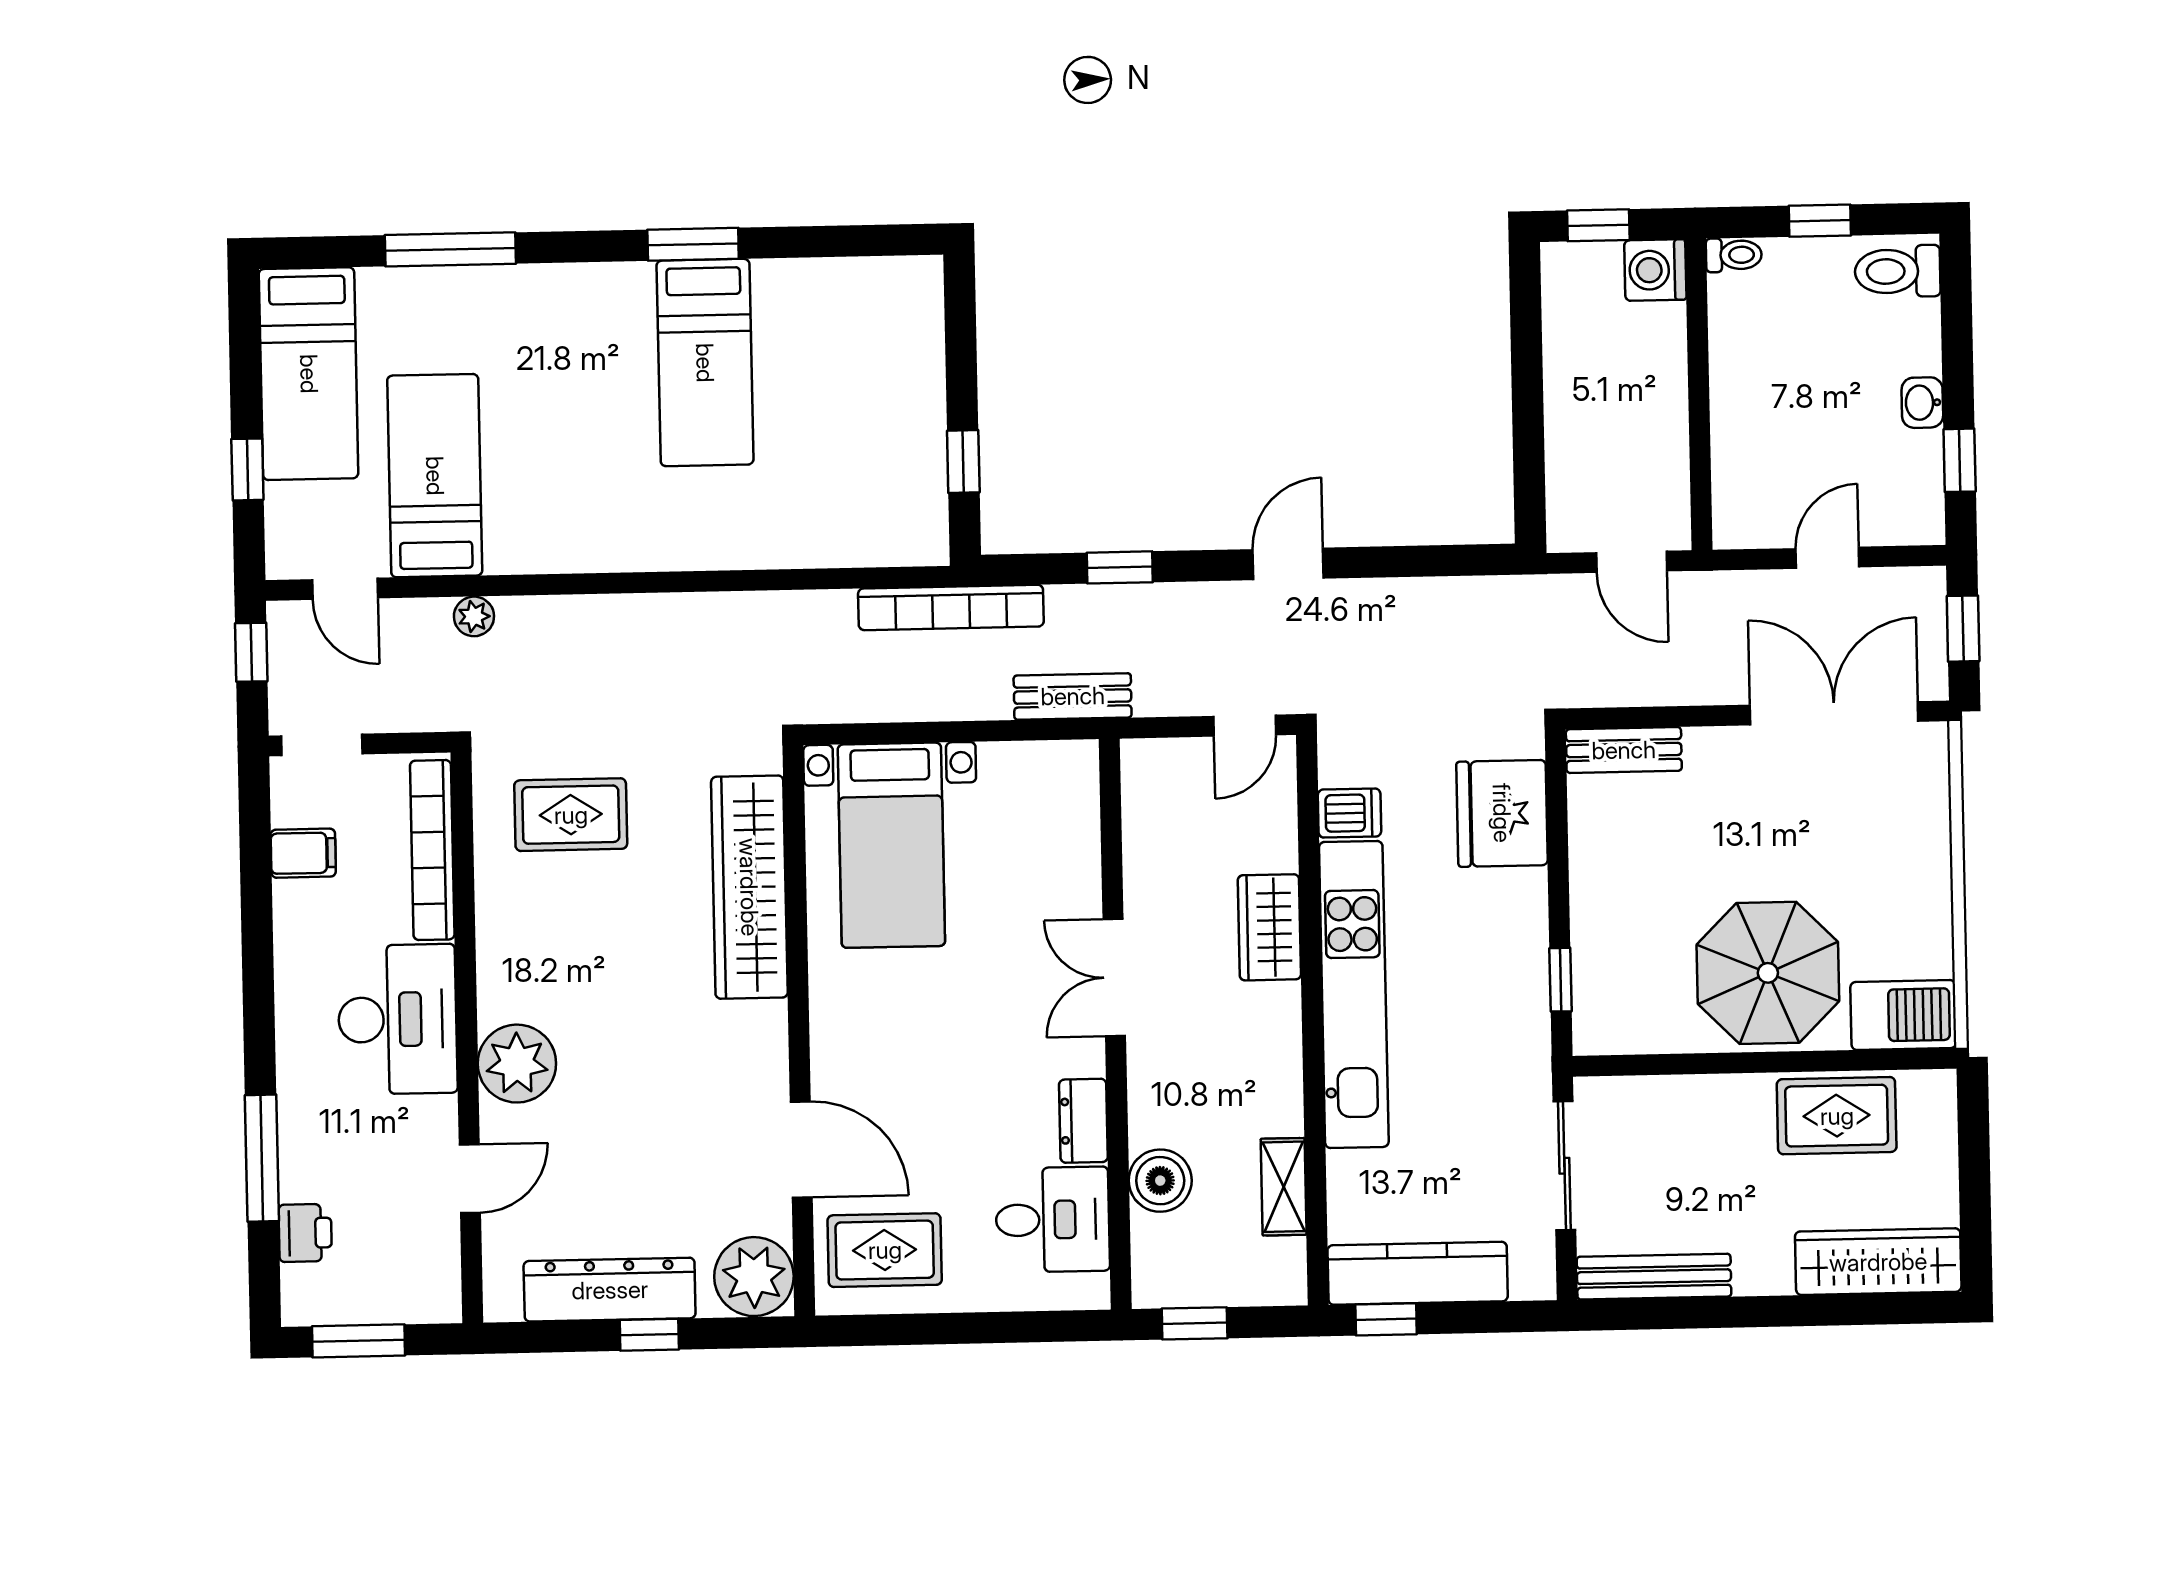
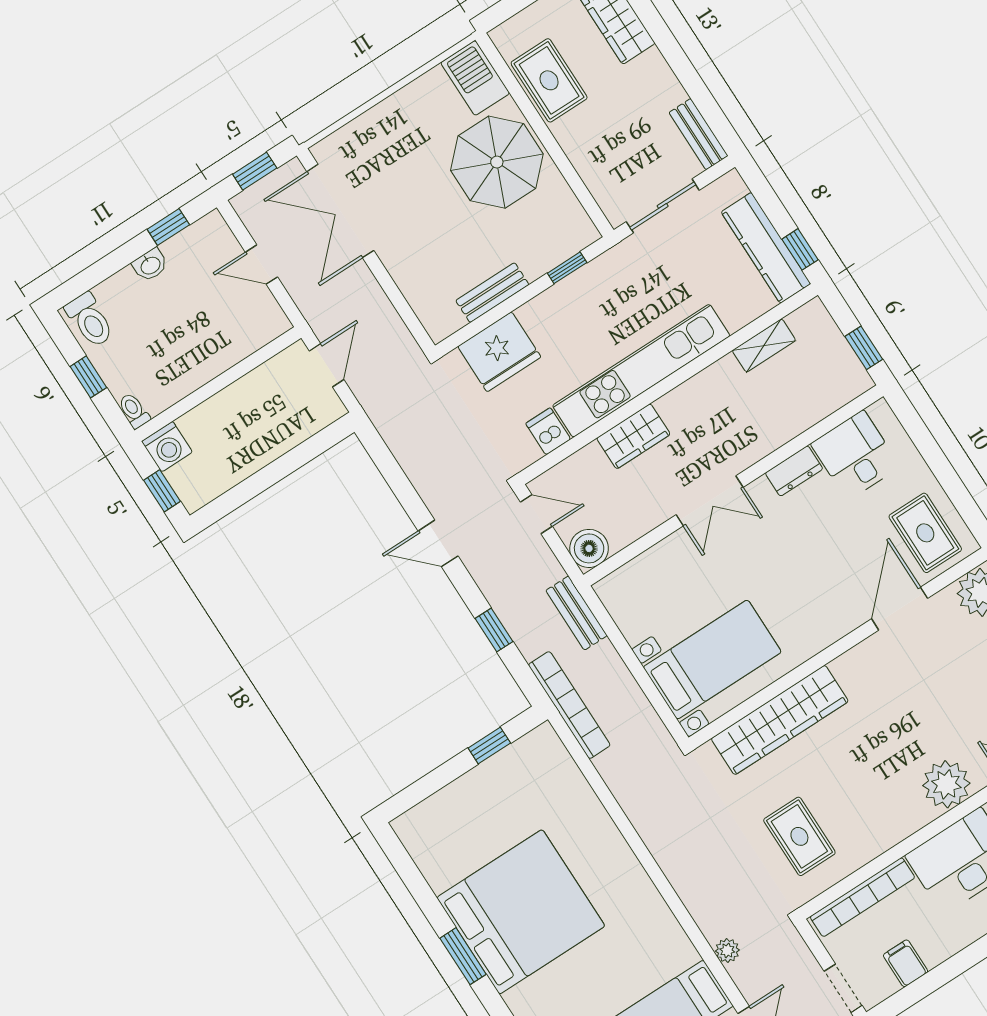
bed: (705, 363) -> (521, 912), width x2.04
bench: (1624, 750) -> (492, 293), moved, turned 90
boiler: (1160, 1181) -> (589, 548), moved
bench: (1654, 1277) -> (698, 134), width x0.73

